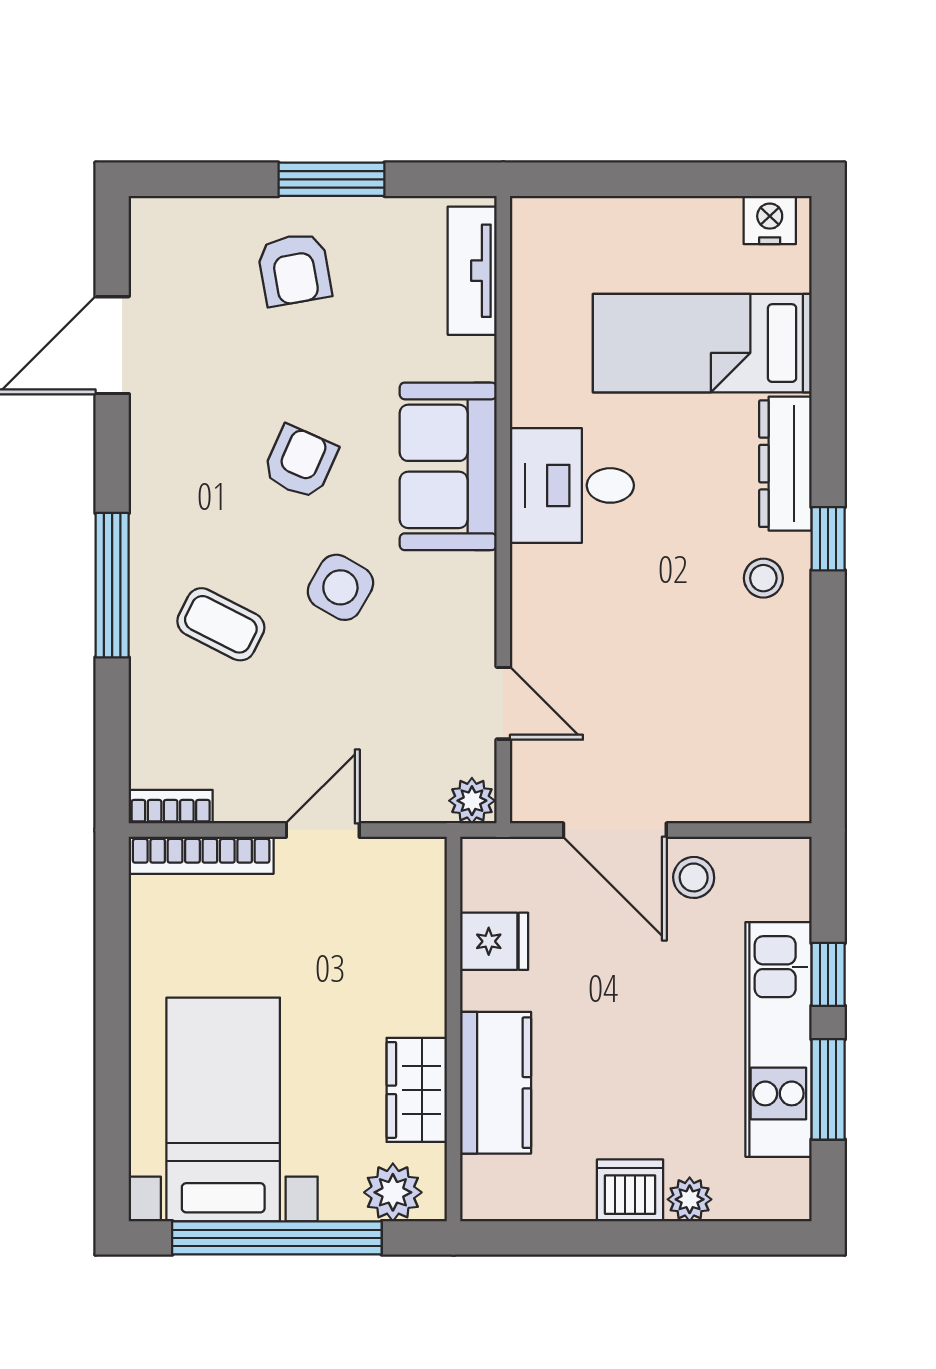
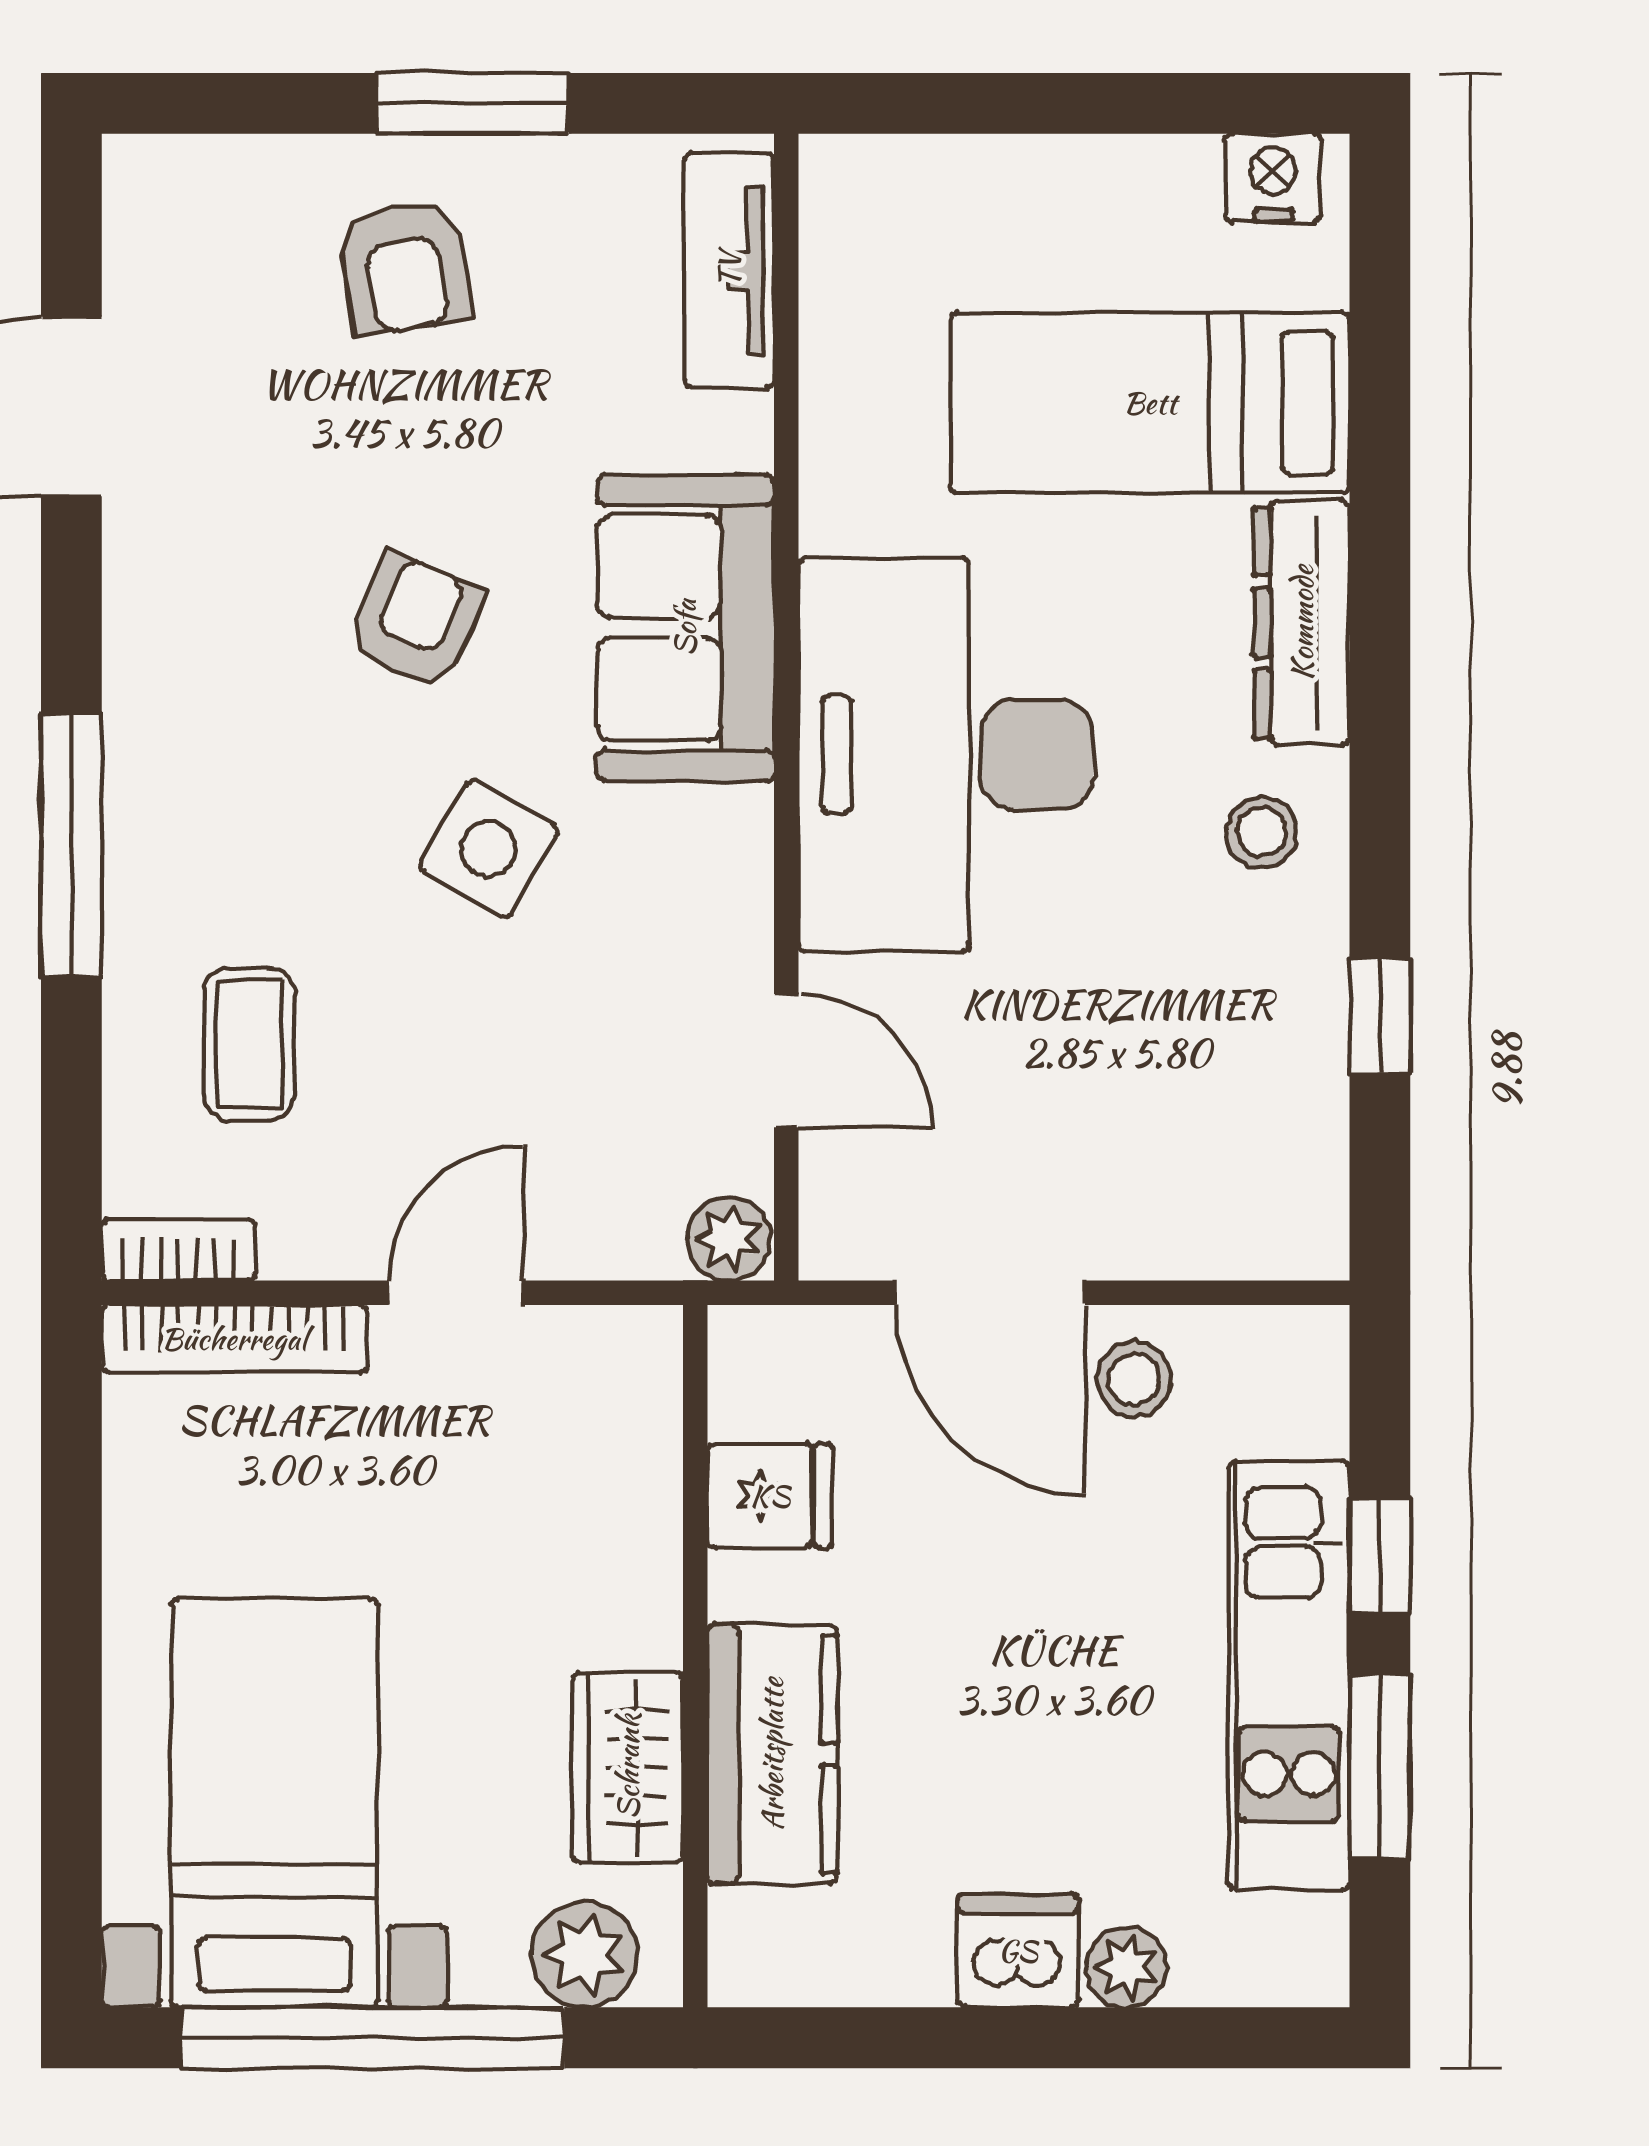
desk: (572, 485) -> (946, 755), width x1.87, depth x1.30
window: (828, 539) -> (1380, 1016), moved
coffee table: (221, 624) -> (249, 1044), moved, turned 63

